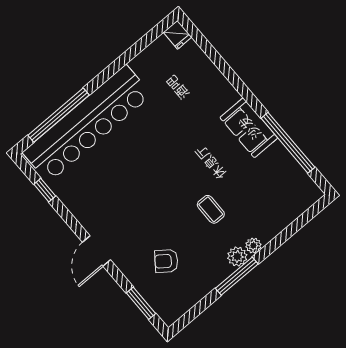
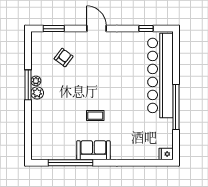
window: (58, 115) -> (176, 107), moved
coffee table: (211, 209) -> (95, 116), moved
plant: (253, 246) -> (36, 81), moved

